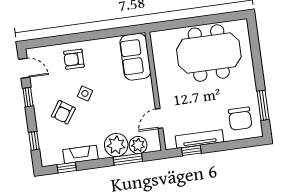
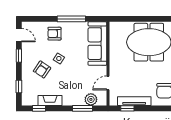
window: (95, 35) -> (71, 19), added
sofa: (135, 57) -> (97, 44), width x1.36
plant: (116, 145) -> (76, 97), removed

